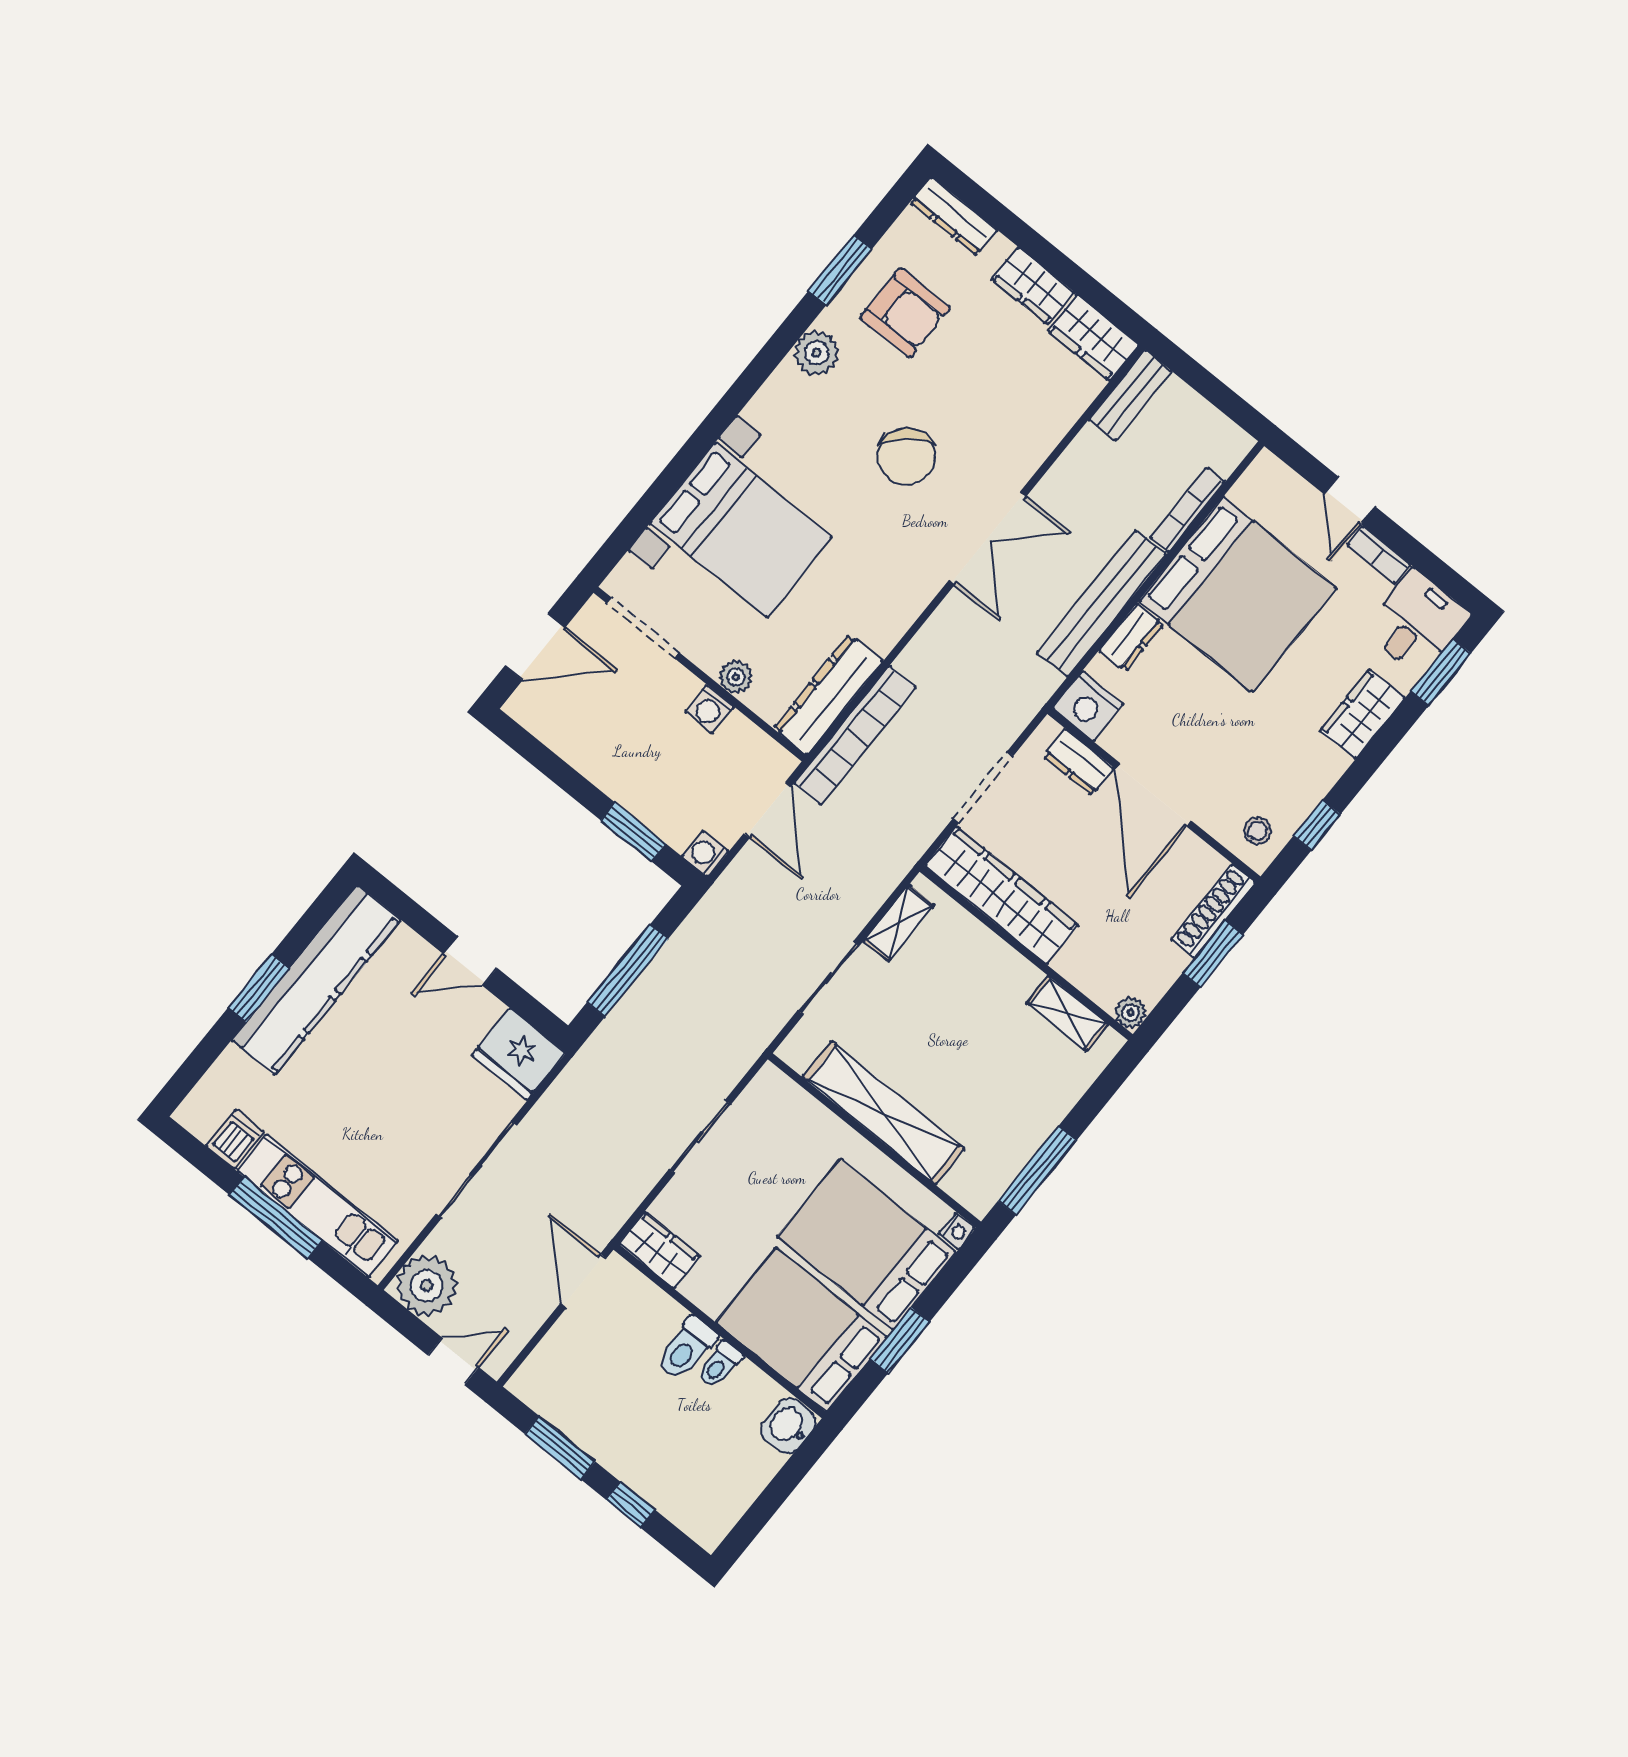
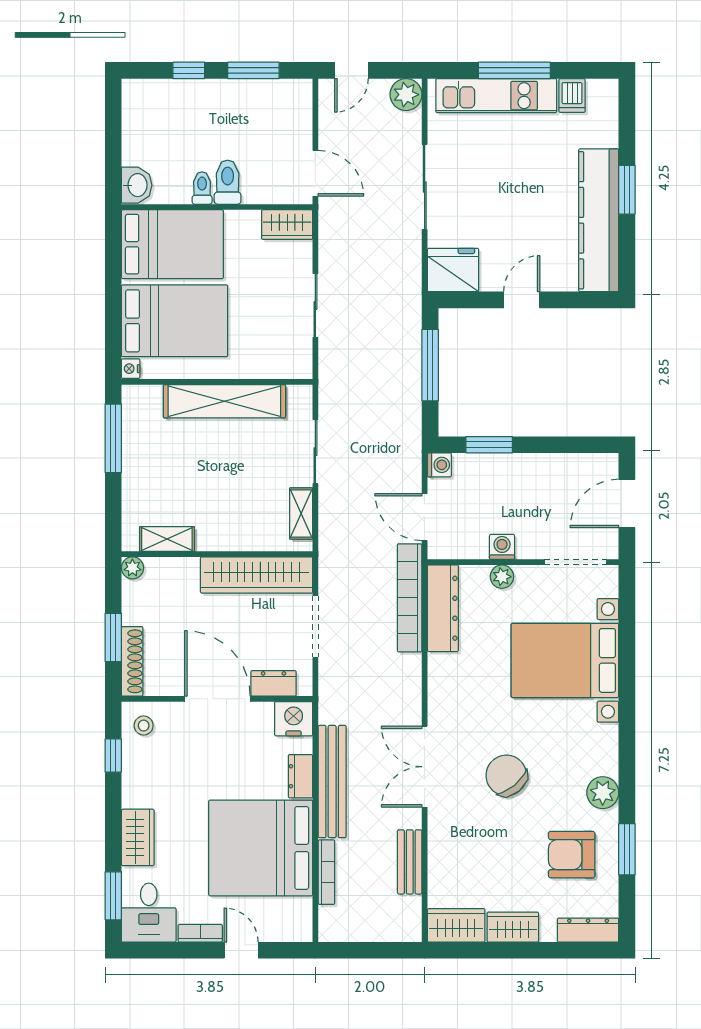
bench: (1130, 395) -> (410, 862), moved
plant: (427, 1286) -> (406, 95), width x0.73, depth x0.73
window: (900, 1341) -> (113, 282), removed

